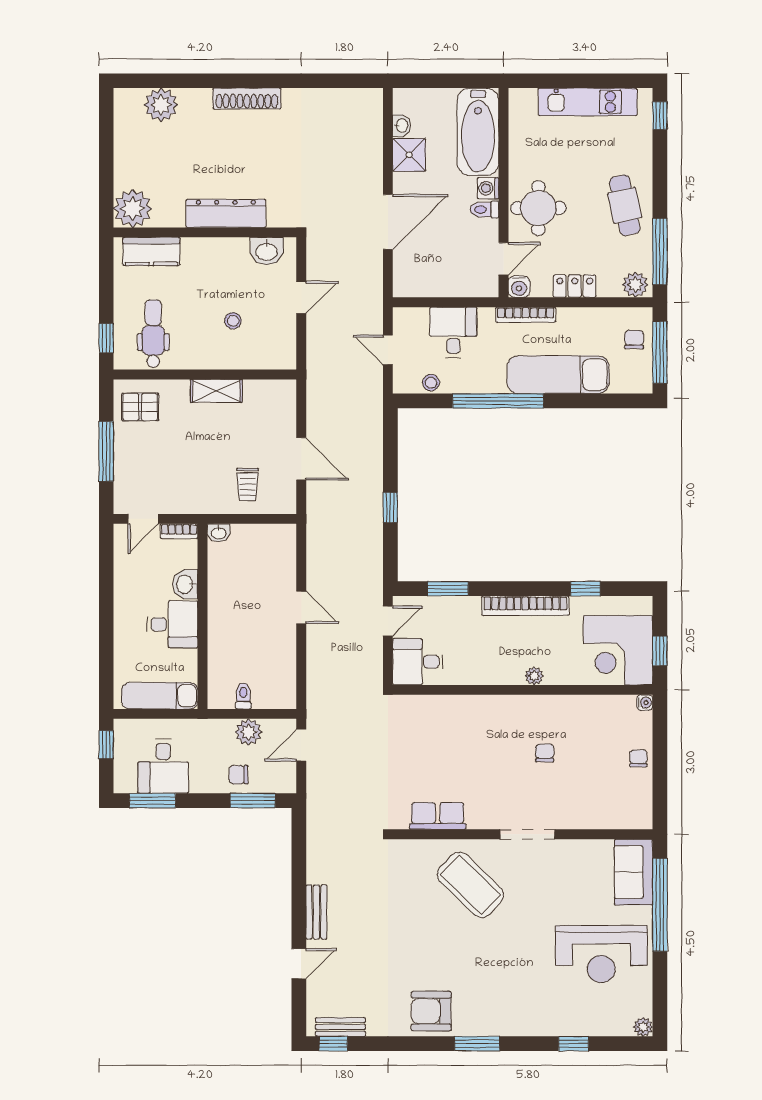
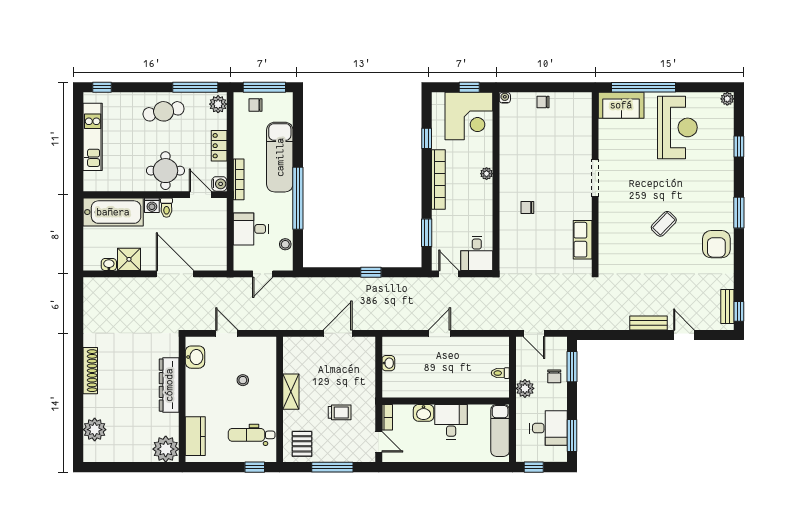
trolley: (248, 484) -> (340, 412), moved
washbasin: (219, 533) -> (388, 363), moved
plant: (248, 732) -> (525, 388), moved
chair: (545, 753) -> (527, 208), moved
coffee table: (470, 885) -> (664, 224), moved, width x0.54, depth x0.58

